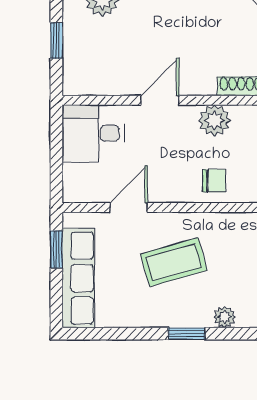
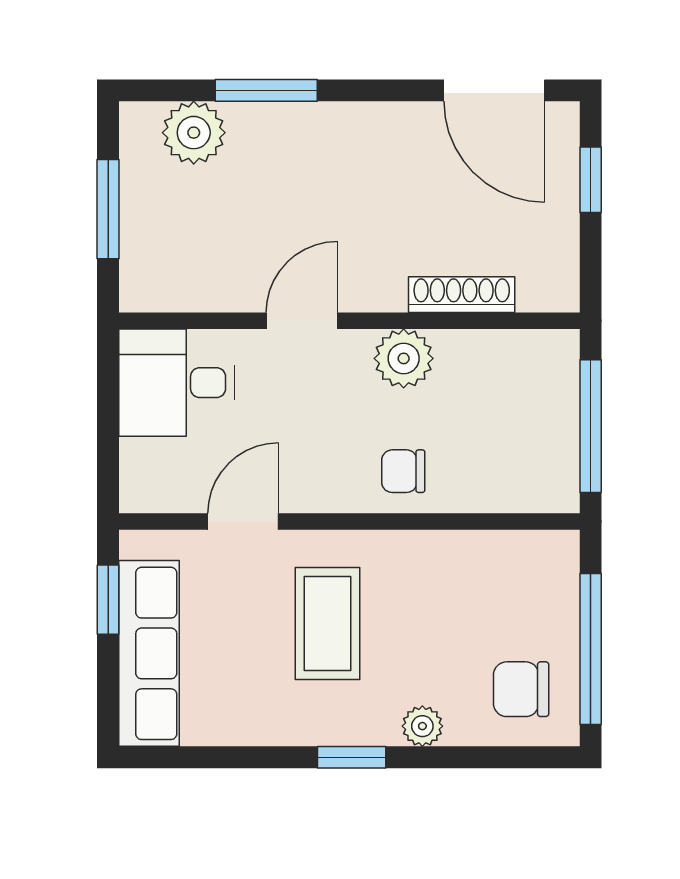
window: (56, 41) -> (108, 209), width x1.50
chair: (214, 181) -> (403, 471), turned 180
coffee table: (174, 262) -> (327, 624), turned -74

